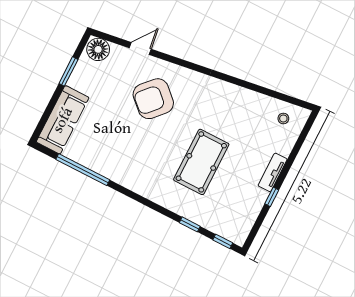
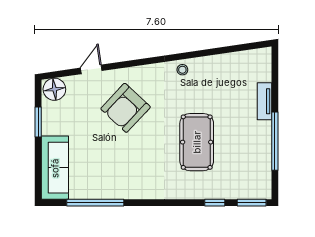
stool: (283, 118) -> (182, 70), moved
tv unit: (273, 172) -> (265, 101), moved
window: (272, 197) -> (275, 141), width x3.17
window: (223, 241) -> (252, 203), width x1.50

